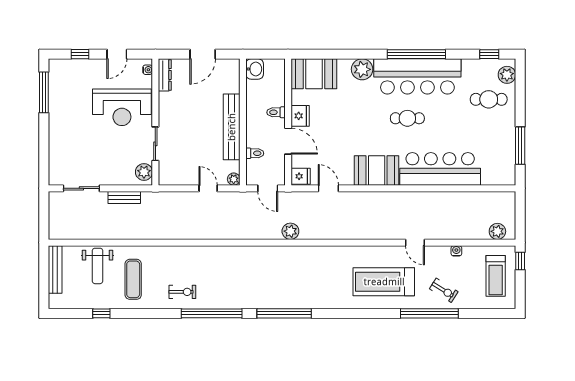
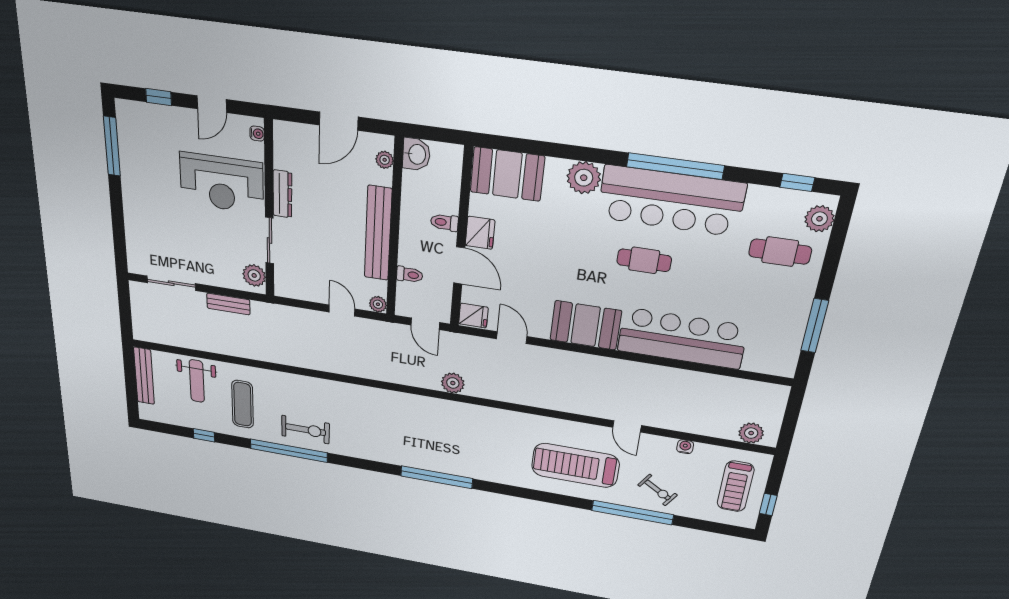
dresser: (165, 75) -> (282, 194), moved
plant: (234, 76) -> (385, 160), added
window: (520, 261) -> (768, 504), moved
exercise bike: (182, 292) -> (305, 430), width x1.38, depth x1.39
window: (212, 313) -> (289, 451), moved

